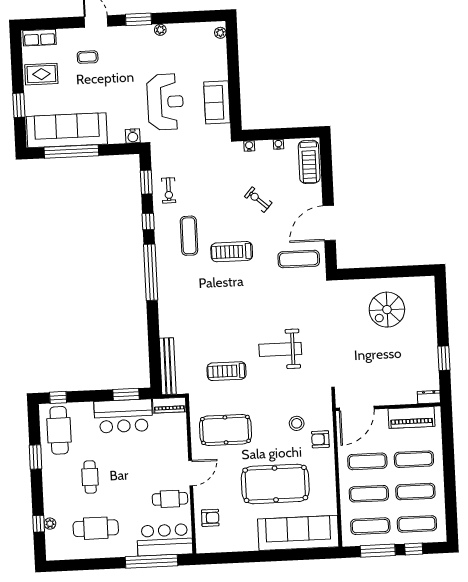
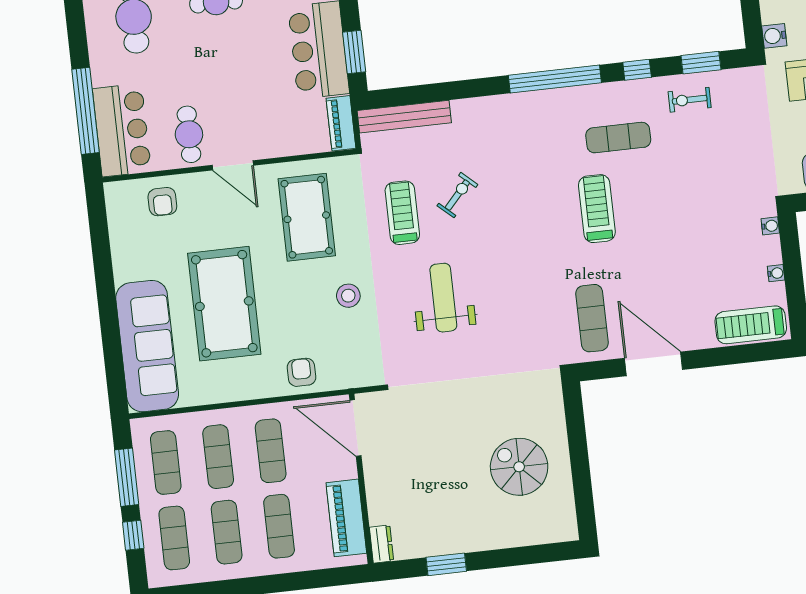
exercise bike: (258, 200) -> (457, 195), moved
stool: (297, 423) -> (348, 296), moved

